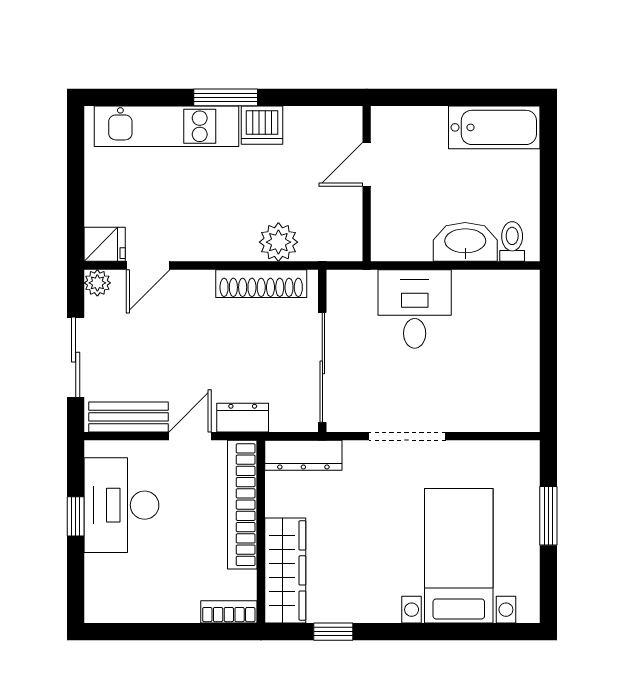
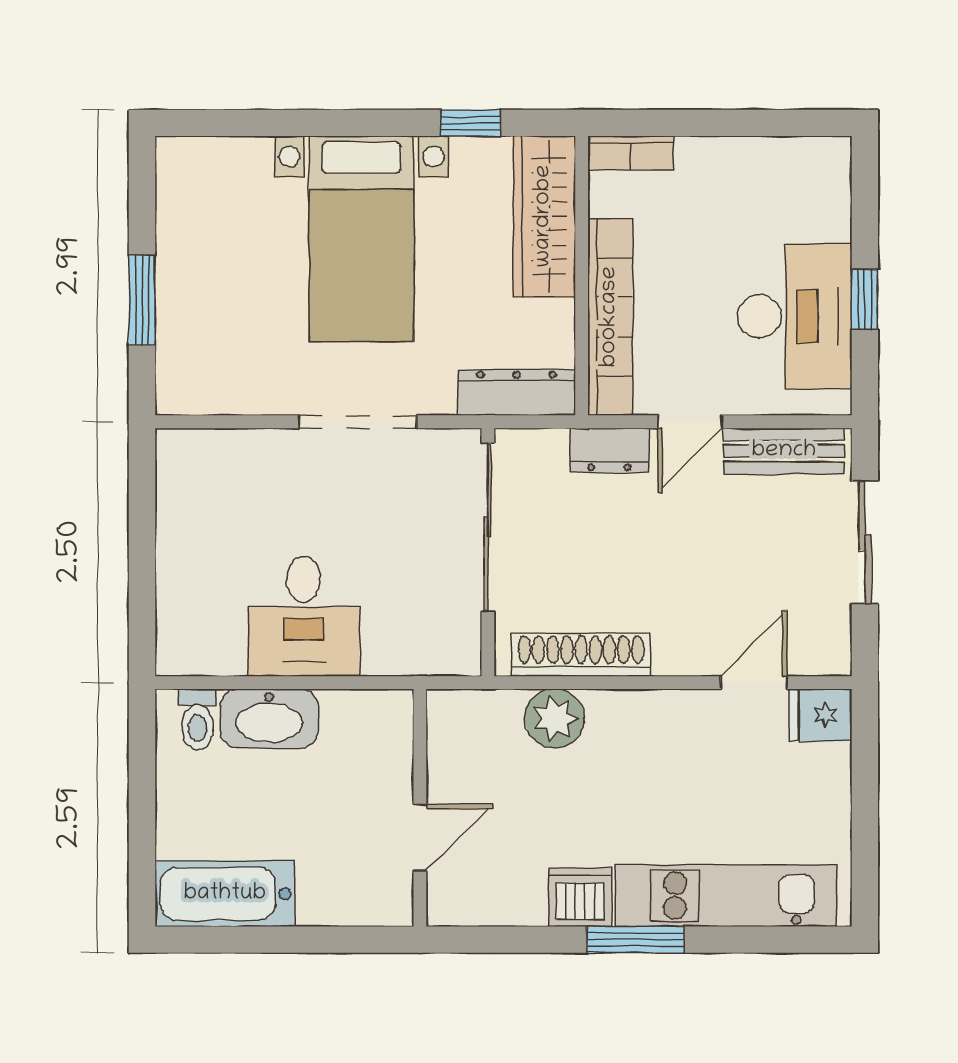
plant: (97, 283) -> (832, 656), removed
desk: (415, 309) -> (304, 616), moved
bed with nightstands: (459, 556) -> (362, 239), moved

